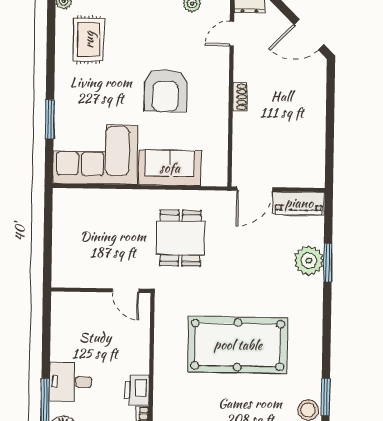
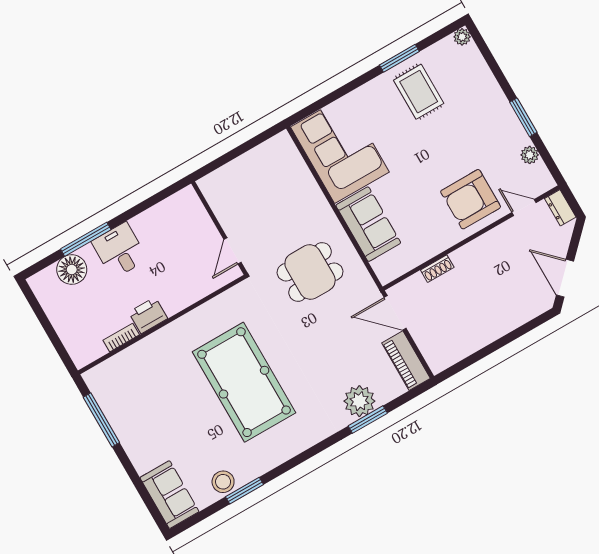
rug: (89, 40) -> (419, 92), moved, turned 90
armchair: (166, 90) -> (471, 199), moved
shoe rack: (240, 97) -> (437, 269), moved
window: (50, 119) -> (399, 58), moved

